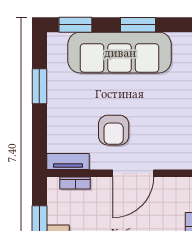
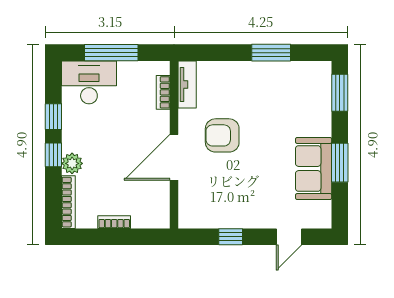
sofa: (120, 53) -> (314, 168), width x0.54, depth x0.79
door: (133, 173) -> (174, 157), hinge flipped

